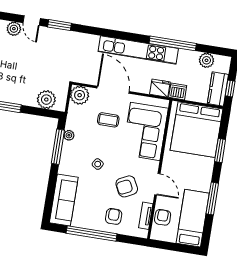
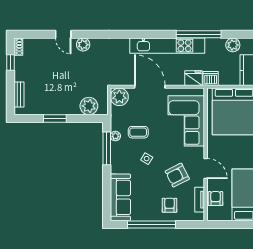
window: (59, 25) -> (90, 34), removed
plant: (14, 29) -> (83, 45), moved
coffee table: (108, 120) -> (138, 132), moved

